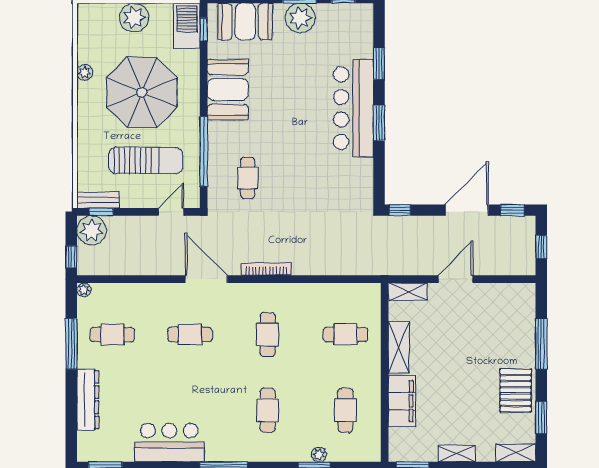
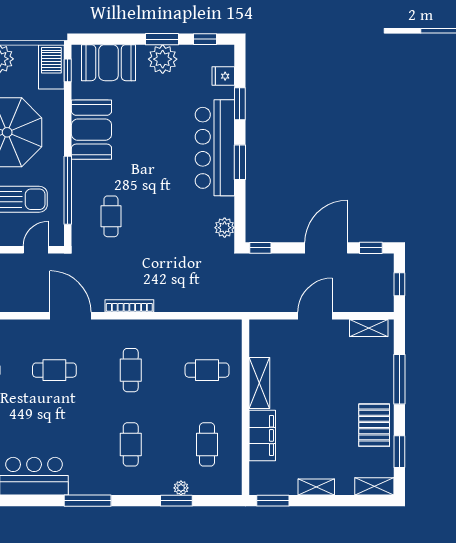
fridge: (362, 35) -> (223, 76), added
plant: (363, 189) -> (225, 228), added
shelving: (408, 292) -> (369, 328), moved

